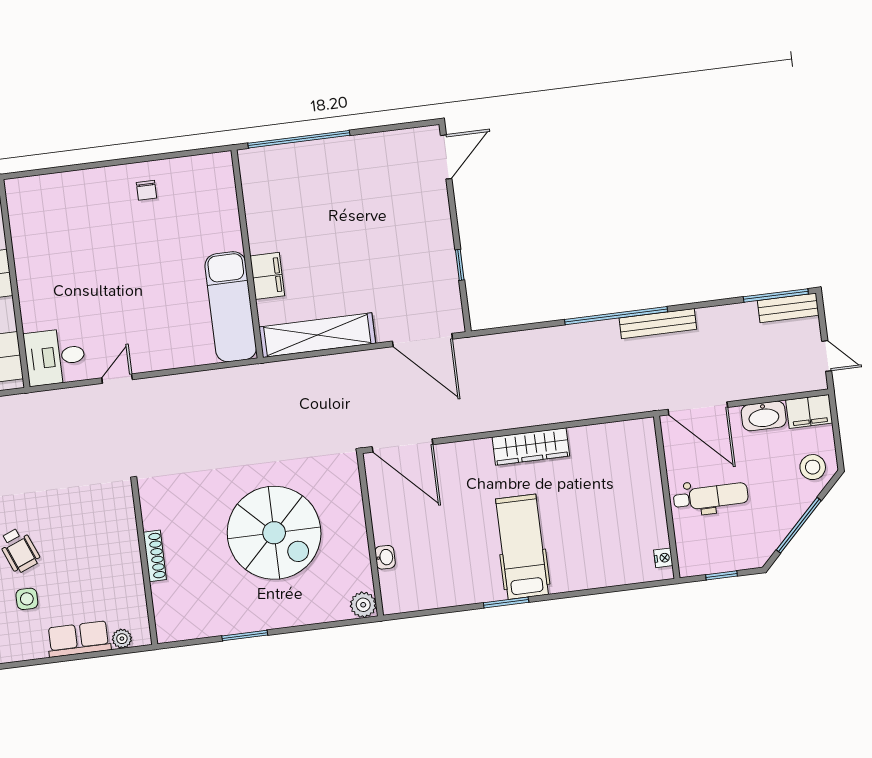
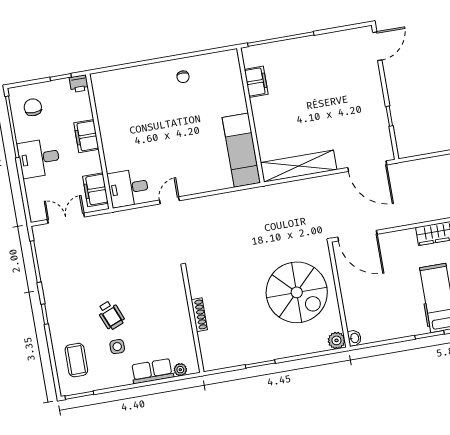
filing cabinet: (267, 276) -> (256, 82), moved
spiral stairs: (274, 533) -> (297, 292), moved
washbasin: (385, 557) -> (354, 338), moved

